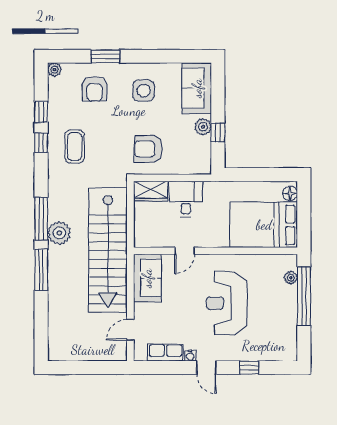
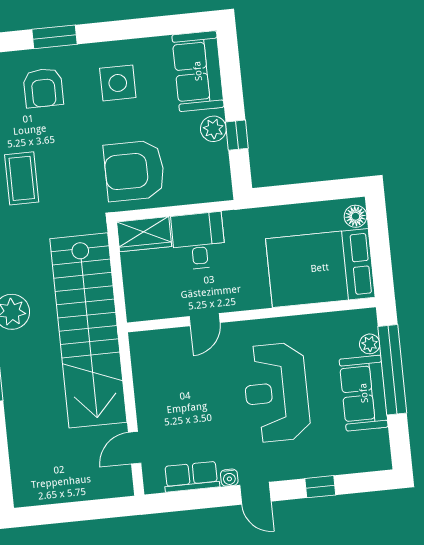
armchair: (149, 149) -> (134, 171), width x1.36, depth x1.36
sofa: (147, 278) -> (364, 393), moved, turned 180

